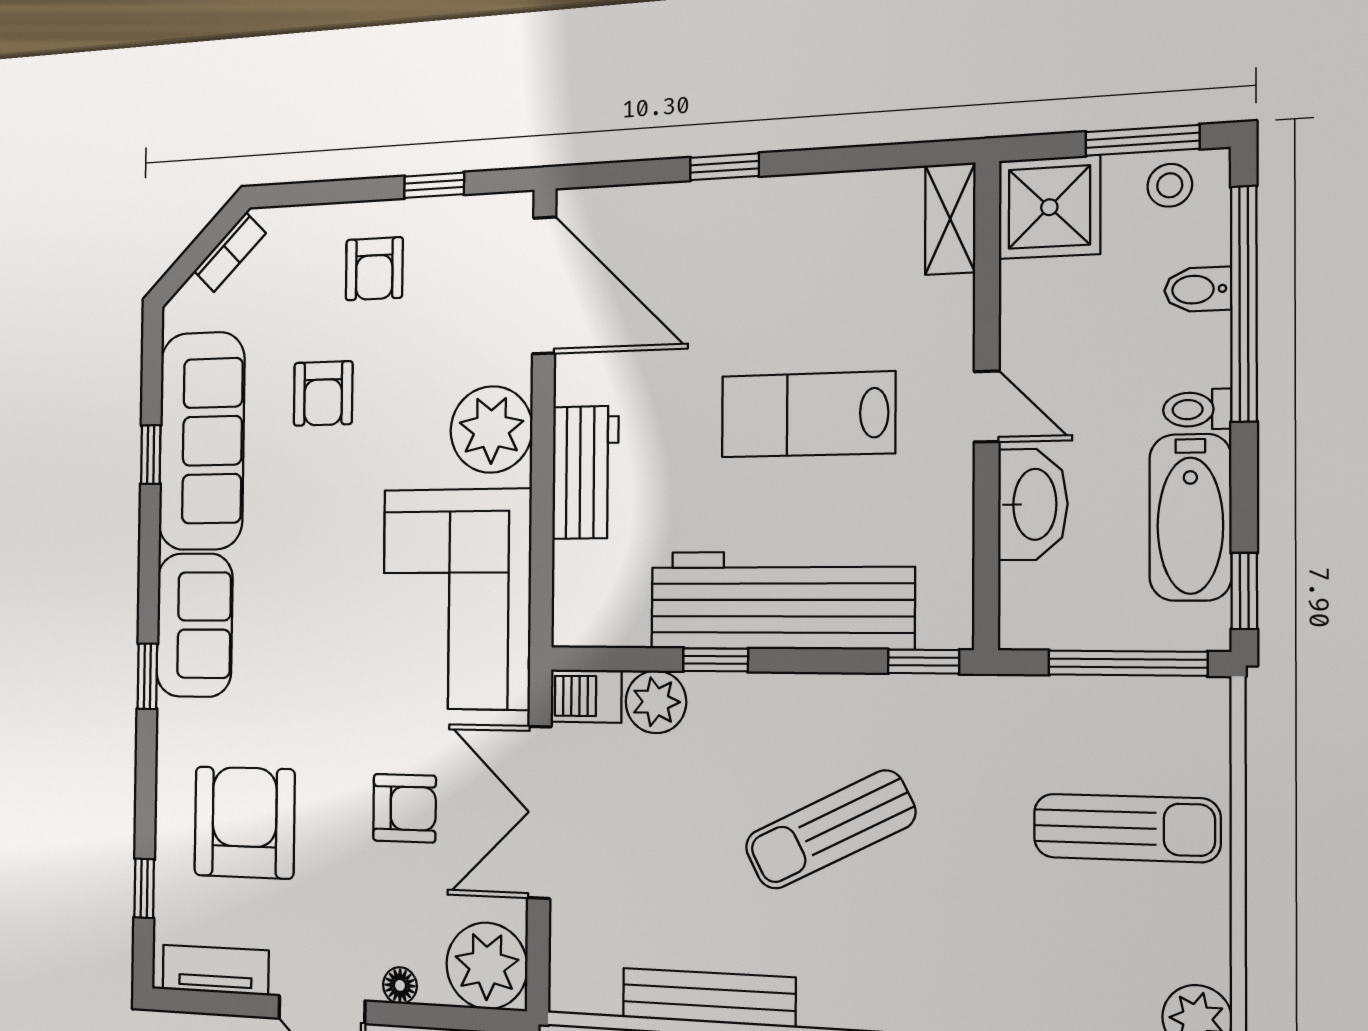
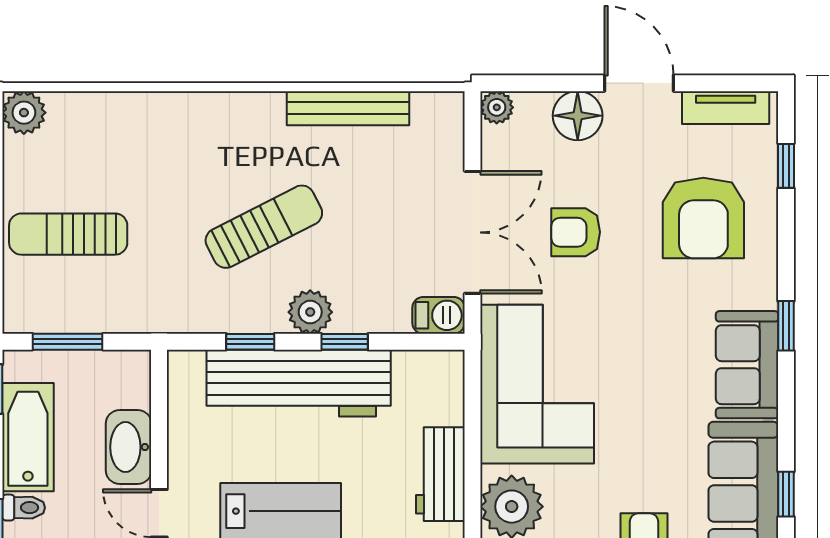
window: (923, 662) -> (250, 342), moved
window: (1127, 663) -> (68, 342), width x0.69
plant: (656, 702) -> (310, 312), moved
plant: (487, 966) -> (497, 107), width x0.53, depth x0.53
floor lamp: (400, 985) -> (578, 116), width x1.89, depth x1.89

